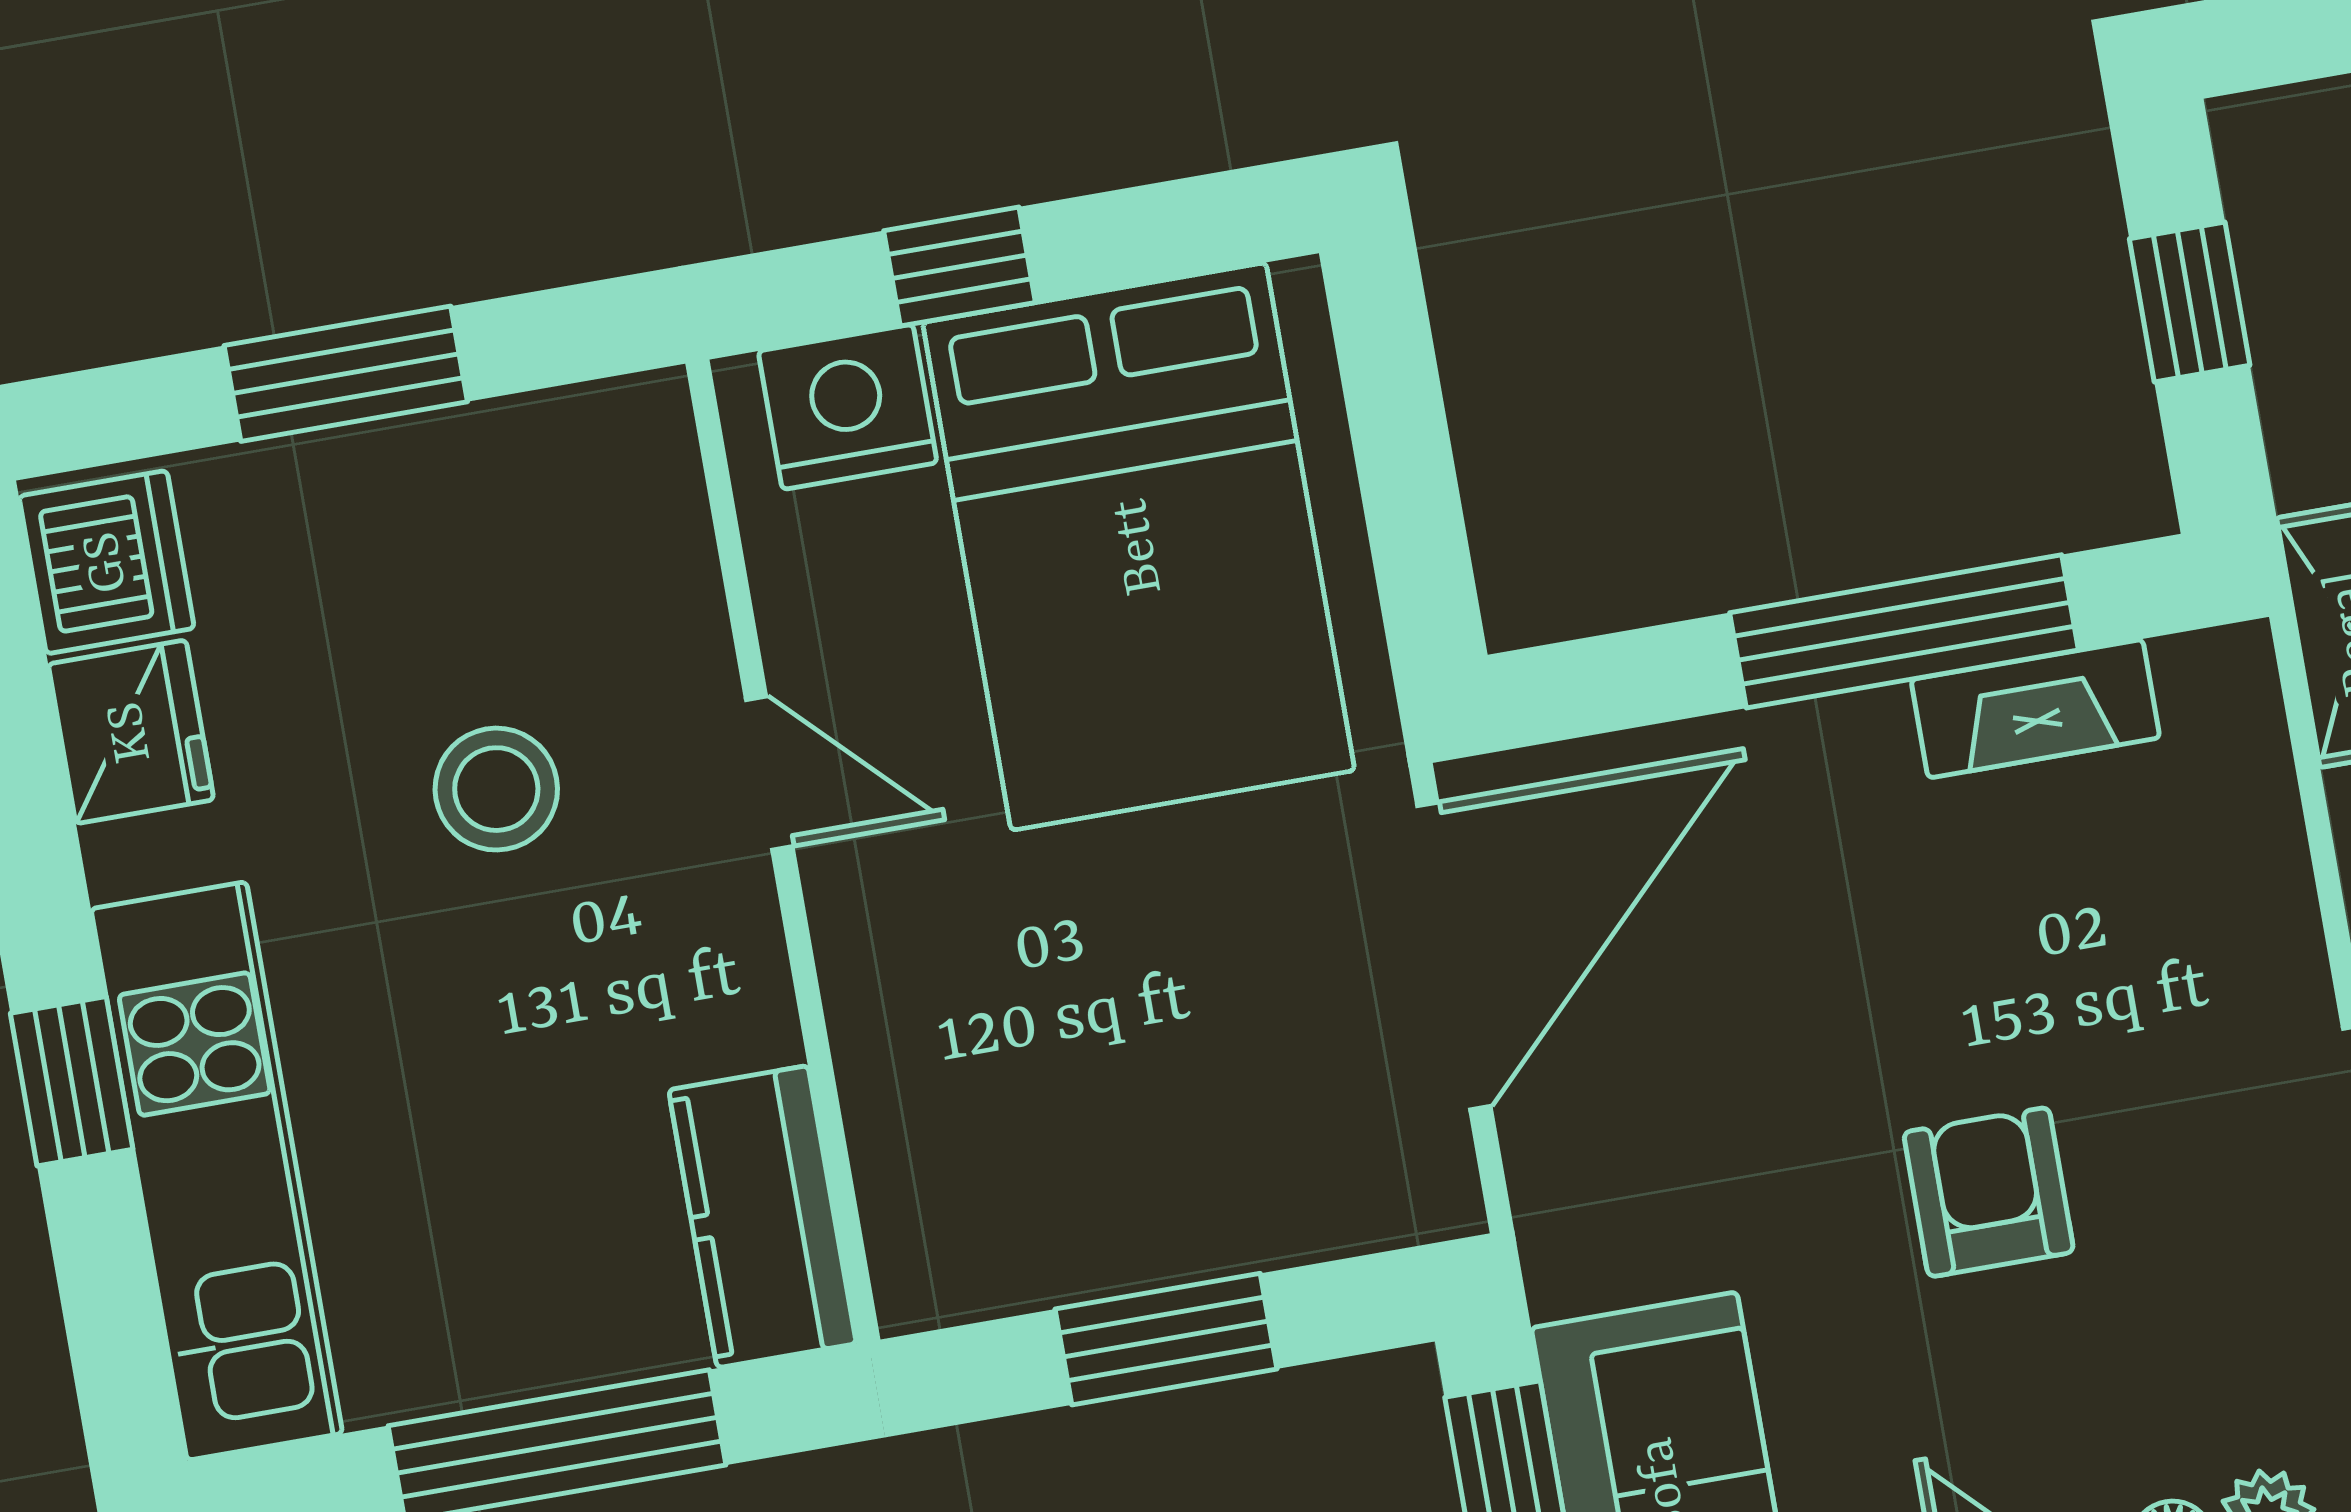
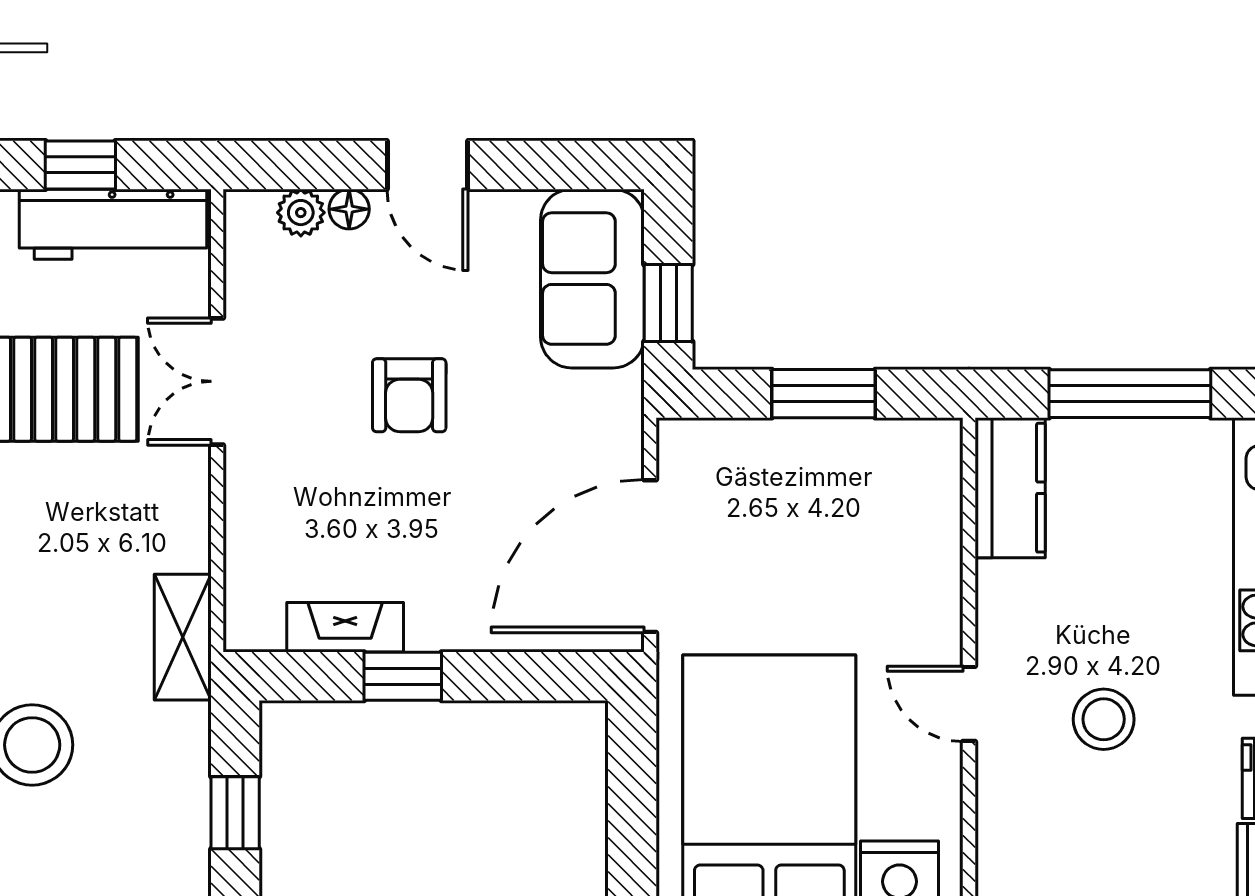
window: (1904, 631) -> (403, 676), width x0.46

